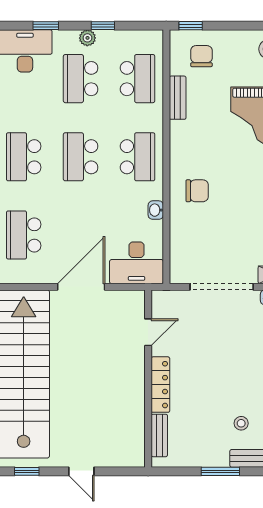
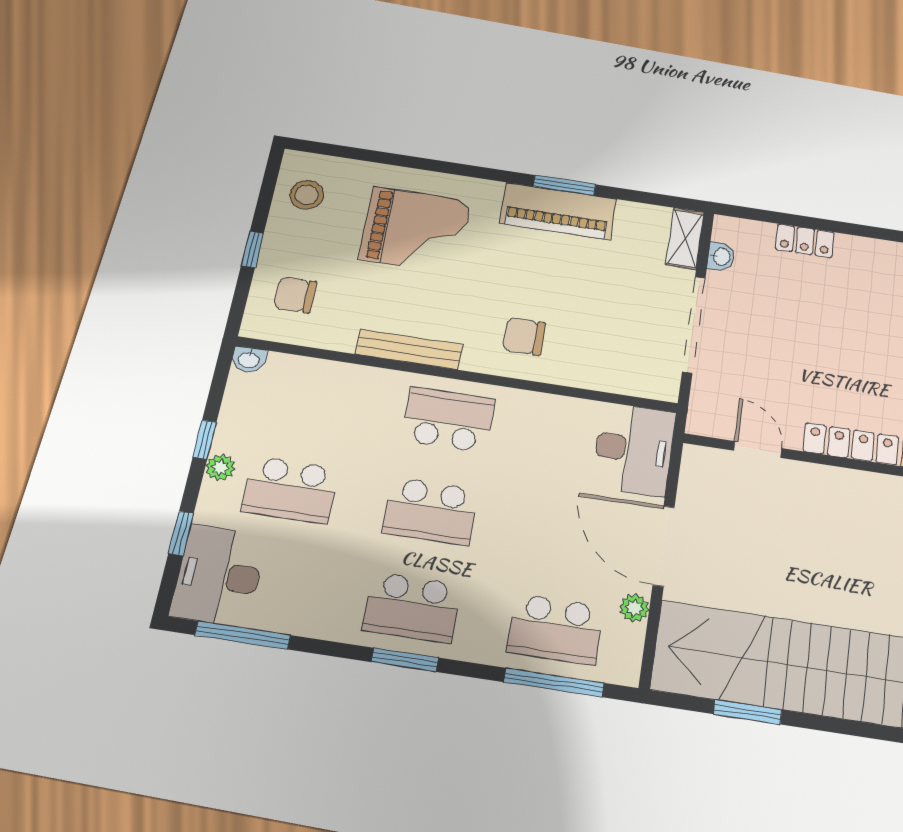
window: (191, 26) -> (252, 249), moved
school desk: (137, 79) -> (311, 399), removed
bench: (178, 98) -> (409, 349), moved, width x1.36
chair: (197, 191) -> (524, 336), turned -90
washbasin: (156, 210) -> (249, 360), moved
plant: (42, 276) -> (634, 608), added

